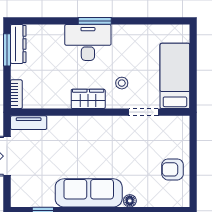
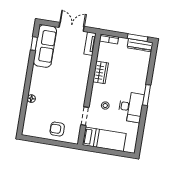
desk: (88, 42) -> (131, 107), moved
wardrobe: (88, 99) -> (101, 72), moved
armchair: (173, 169) -> (57, 129), moved, turned -90
sofa: (89, 193) -> (45, 46), moved

